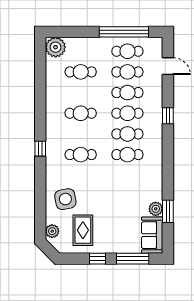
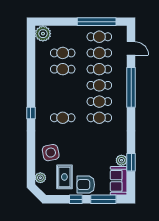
cafe table: (81, 113) -> (63, 69), moved
window: (168, 116) -> (131, 87), width x3.17
armchair: (110, 240) -> (86, 185), added

